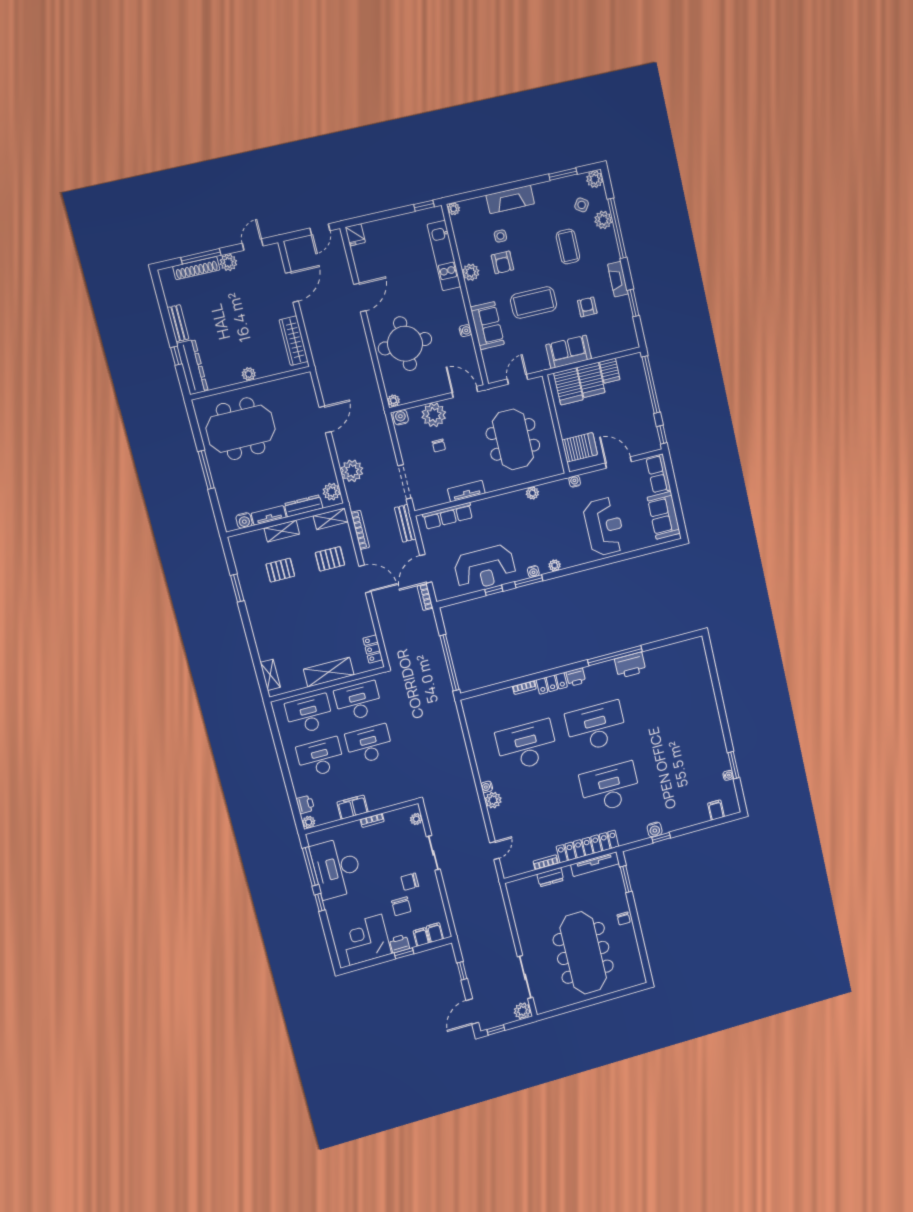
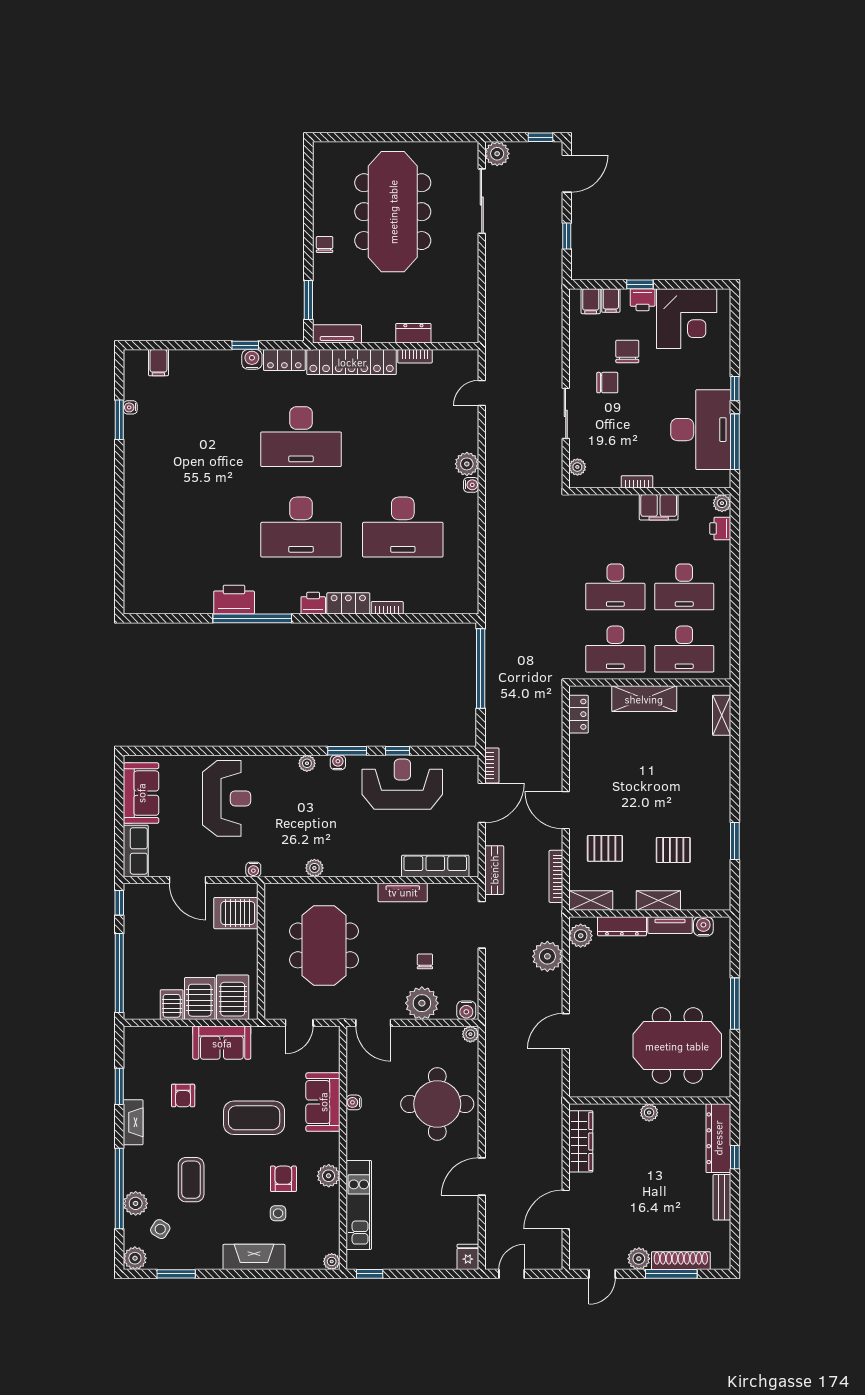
reception desk: (604, 527) -> (227, 798), turned 180
locker: (633, 835) -> (284, 360), added
tv unit: (595, 864) -> (337, 334), width x0.71

